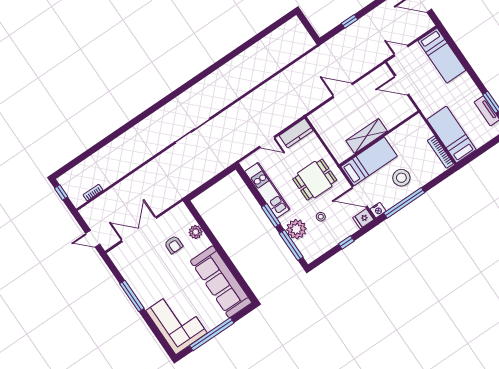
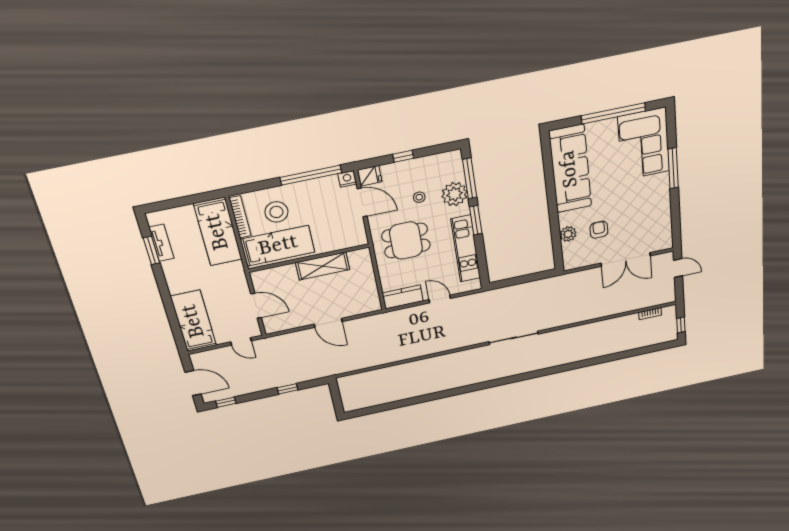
bed: (369, 161) -> (278, 246), moved, turned 180
stool: (401, 178) -> (276, 212), moved
window: (132, 296) -> (673, 168), moved

